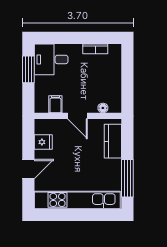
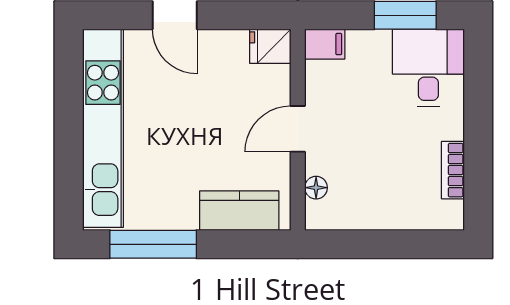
filing cabinet: (55, 104) -> (325, 44), moved
fridge: (43, 142) -> (270, 46), moved, turned 90

